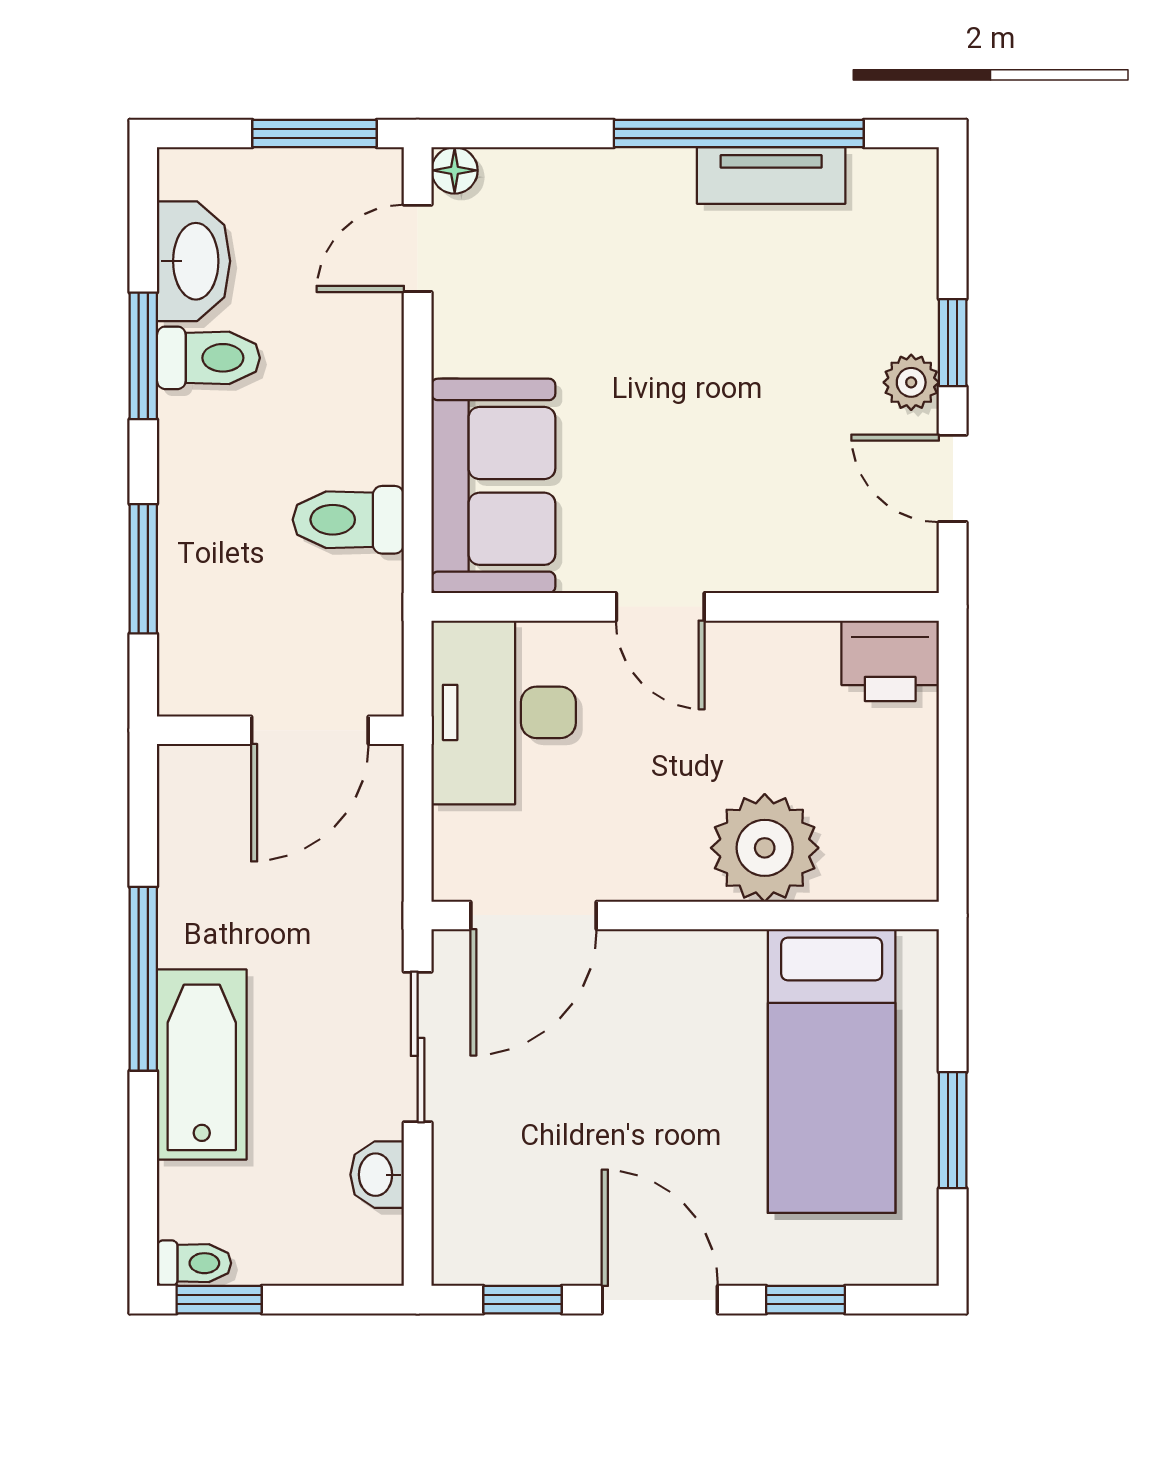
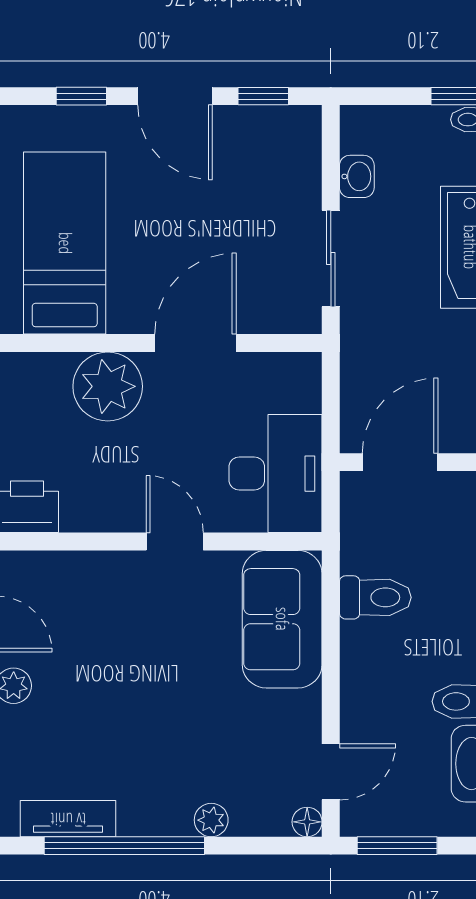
plant: (604, 173) -> (211, 820), added
tv unit: (771, 176) -> (68, 819), moved
door: (534, 915) -> (195, 343), moved

